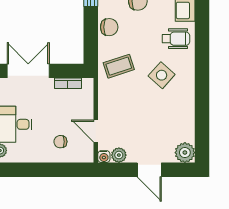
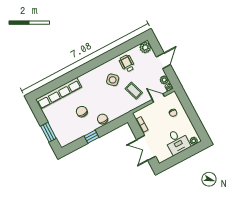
wheelchair: (176, 39) -> (127, 63), moved
coffee table: (119, 66) -> (134, 91), moved
door: (96, 131) -> (158, 98), swing flipped

